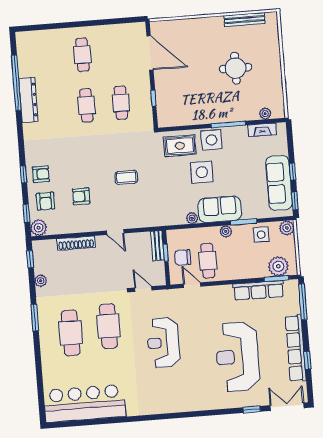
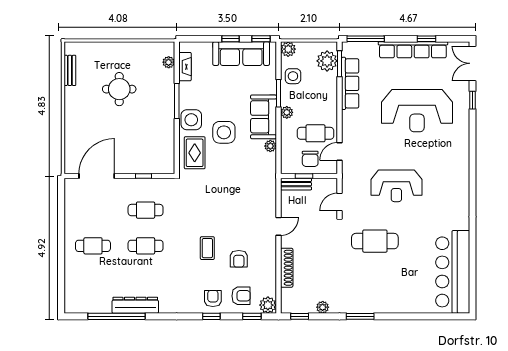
bench: (244, 20) -> (70, 70), width x0.73
coffee table: (126, 177) -> (207, 248), moved
cafe table: (71, 333) -> (379, 281), removed

